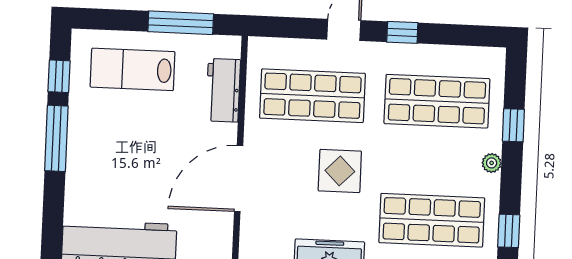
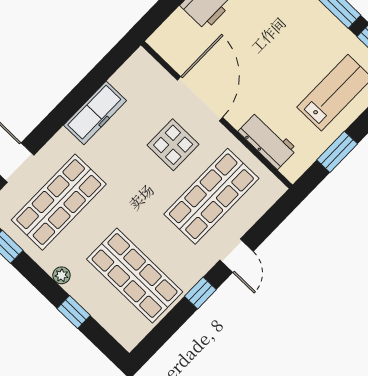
window: (181, 23) -> (337, 152), width x0.69
shop shelf: (437, 101) -> (135, 275), turned 90
display table: (340, 171) -> (173, 145), moved

